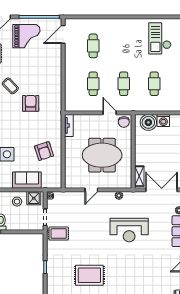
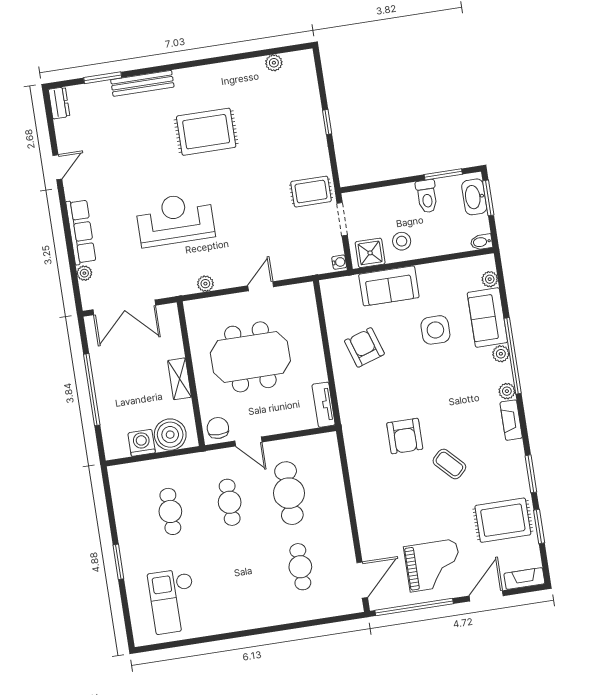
grand piano: (26, 36) -> (433, 565), turned 180
checkout: (160, 38) -> (173, 601), turned 180
cafe table: (93, 84) -> (289, 493), width x1.37, depth x1.35
shelving: (139, 176) -> (179, 379), moved
rug: (89, 275) -> (206, 132), moved

